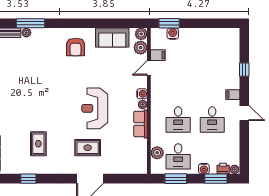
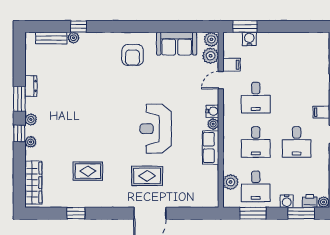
window: (31, 23) -> (79, 26), width x0.46
desk: (178, 82) -> (256, 98), added
rug: (38, 144) -> (88, 171), turned 90

